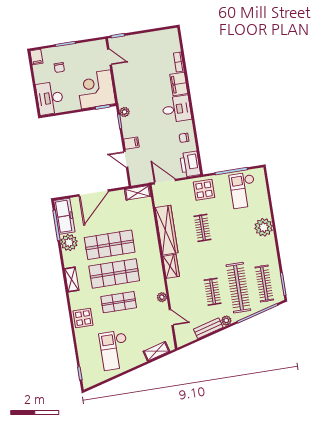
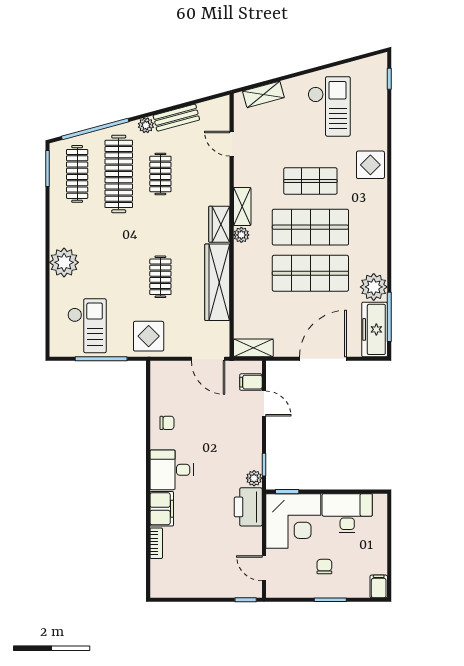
chair: (59, 67) -> (324, 567), moved
desk: (50, 98) -> (347, 513), moved, turned -90
filing cabinet: (131, 143) -> (251, 382), moved
printer: (190, 164) -> (248, 507), moved, turned 180
shelving: (72, 279) -> (242, 206), moved
plant: (162, 297) -> (241, 235), moved

